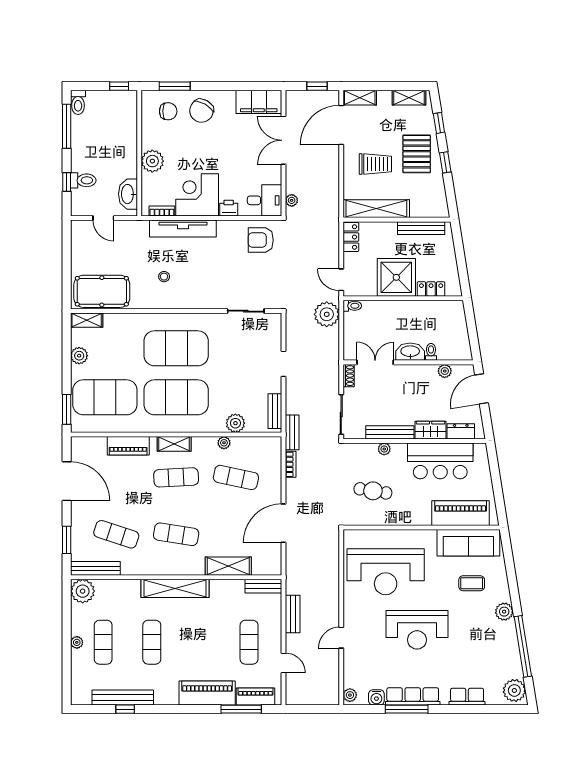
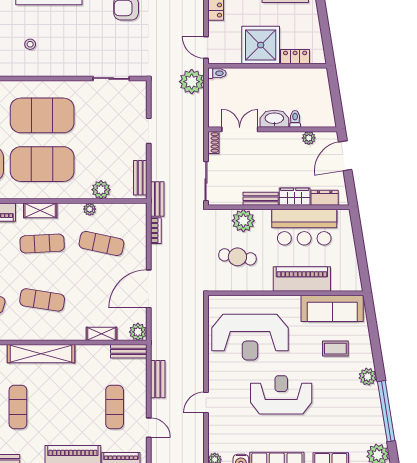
bench: (390, 432) -> (261, 199), width x0.73
plant: (384, 449) -> (243, 221), width x1.88, depth x1.88
piano: (461, 513) -> (302, 279), moved
shelving: (228, 566) -> (101, 334), width x0.67, depth x0.75
plant: (273, 566) -> (138, 332), added
reception desk: (417, 630) -> (281, 395), turned 180

